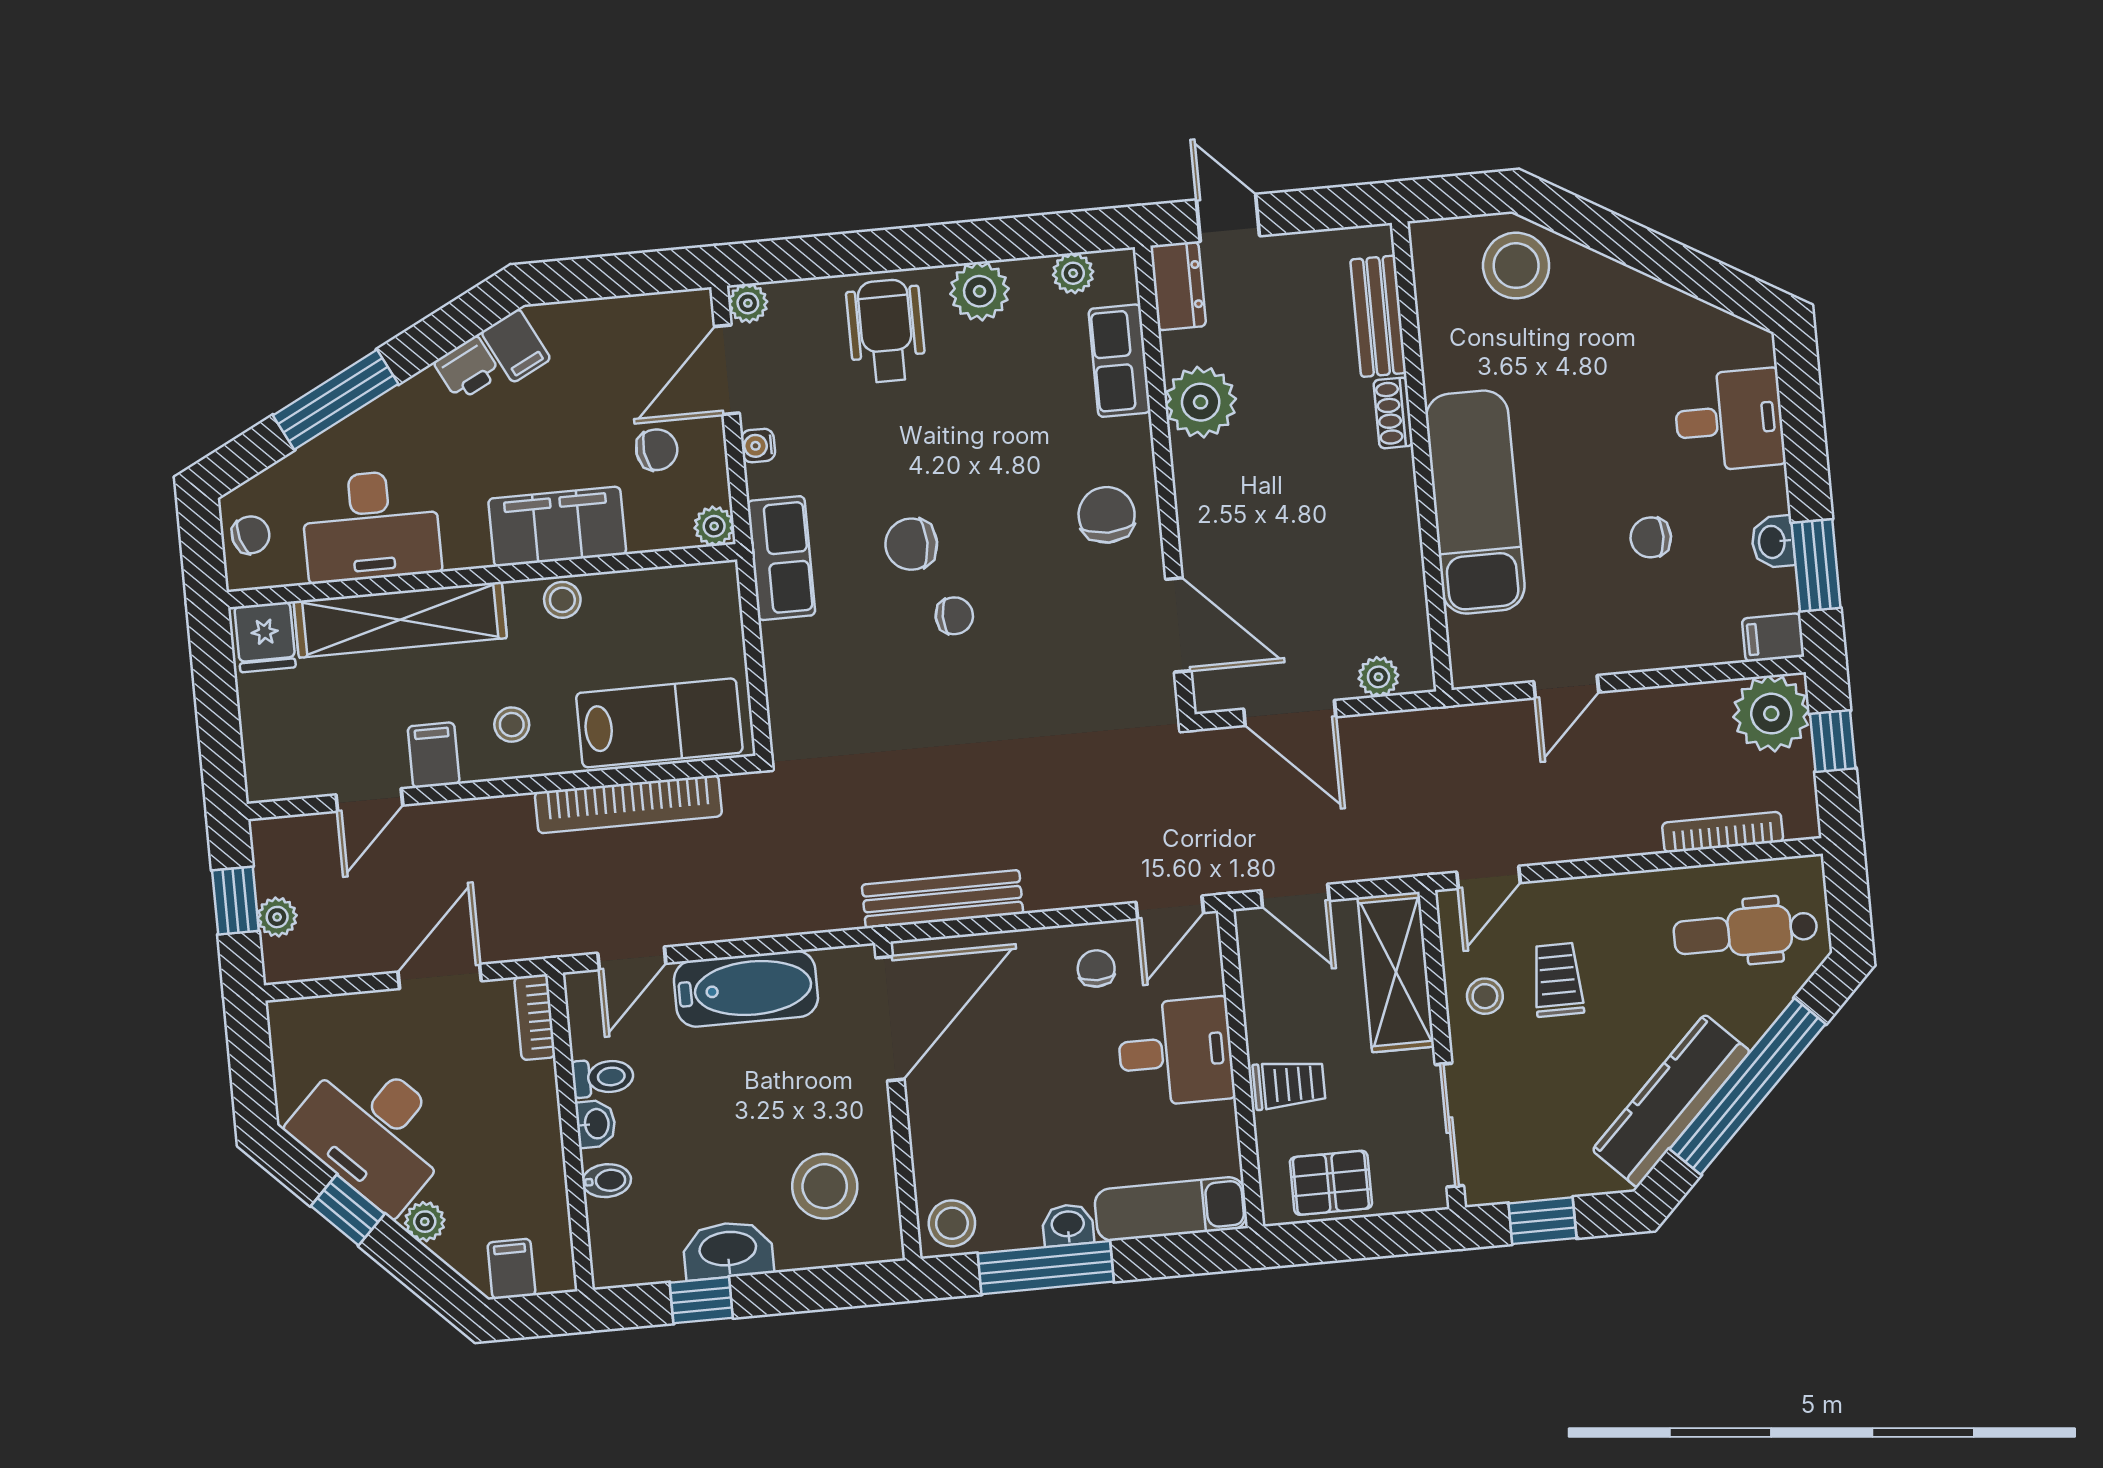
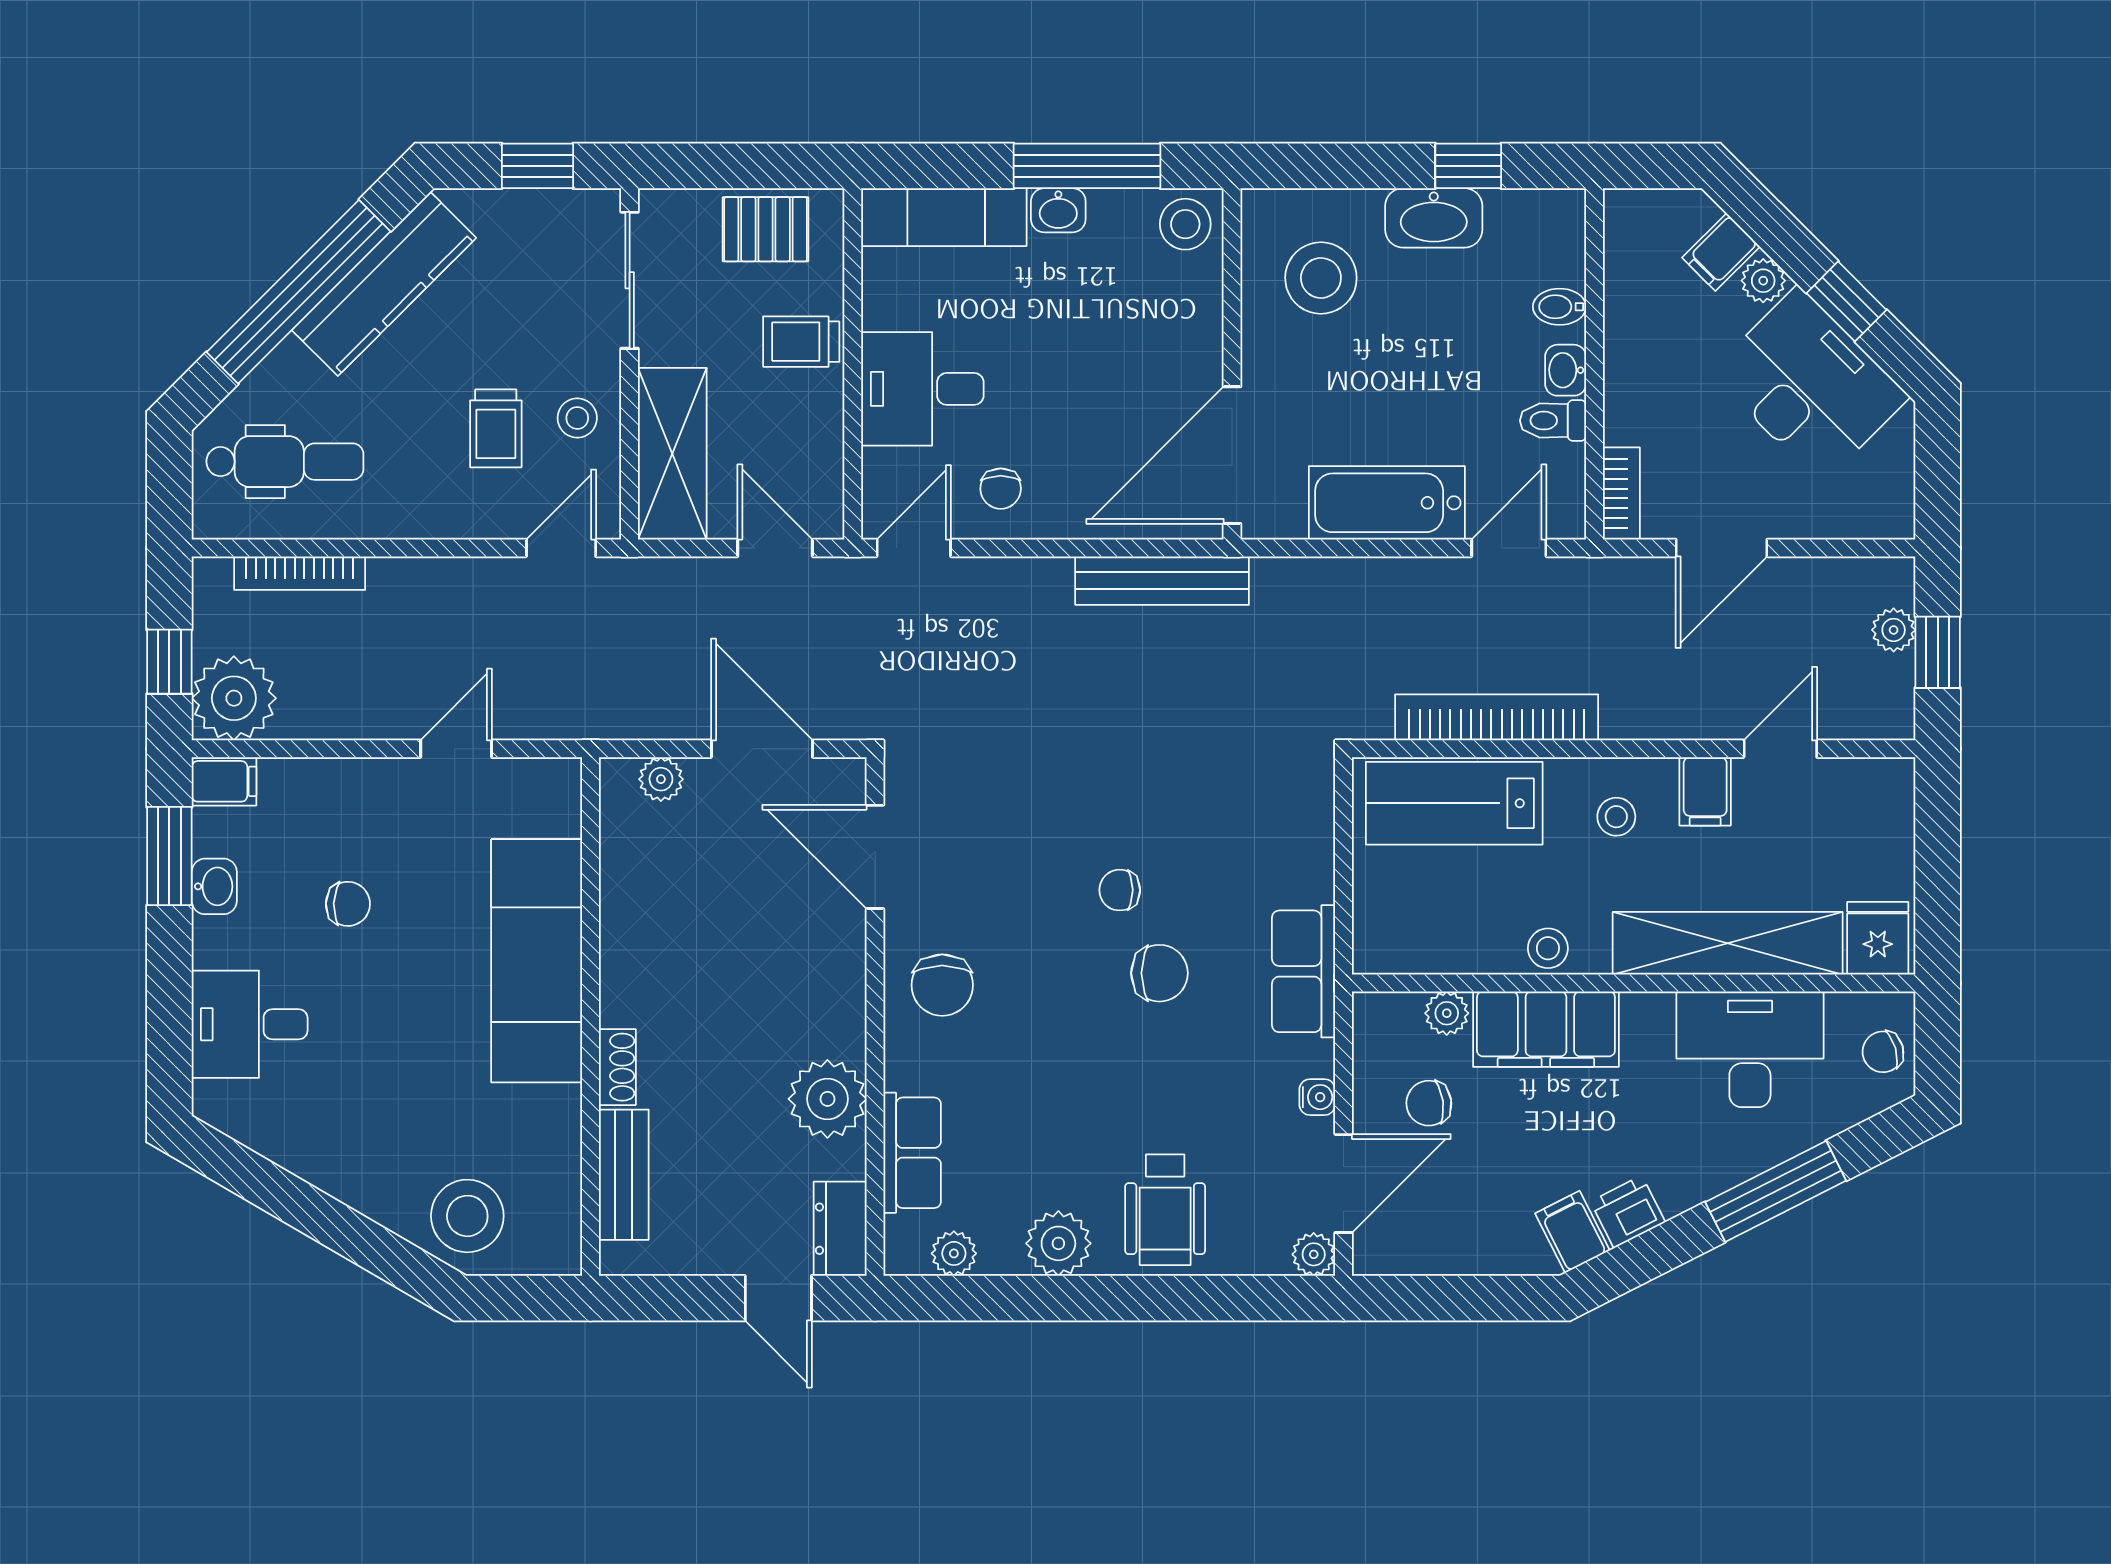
plant: (714, 526) -> (1447, 1013), moved
filing cabinet: (511, 1269) -> (1721, 252), moved, turned 45

